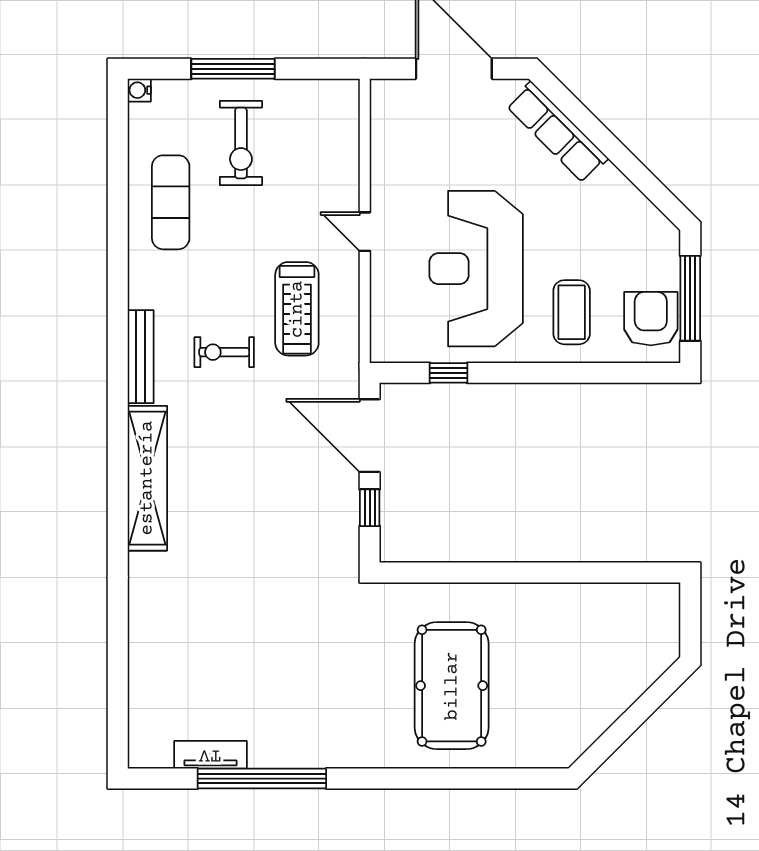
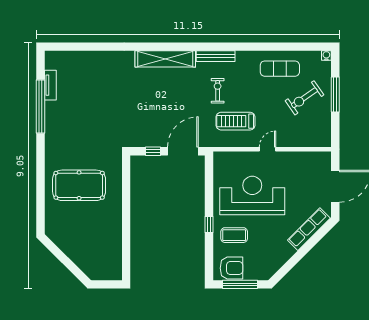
exercise bike: (241, 143) -> (304, 98), turned -35
window: (448, 373) -> (209, 224), moved

